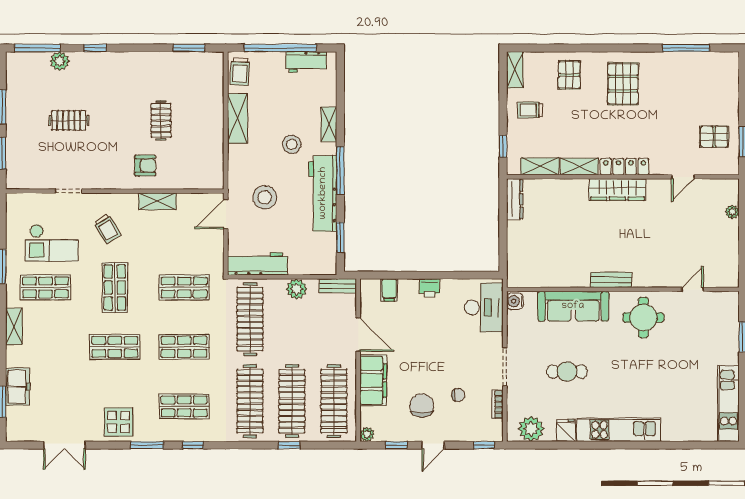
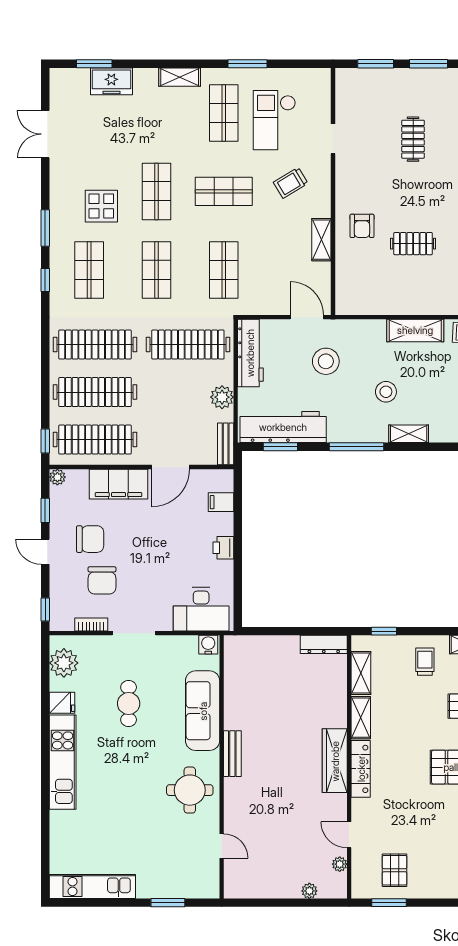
plant: (709, 185) -> (340, 864), added
workbench: (323, 193) -> (283, 427), moved
chair: (458, 395) -> (102, 580), width x1.87, depth x1.87
display table: (119, 422) -> (101, 206), moved
window: (289, 445) -> (45, 441), moved

